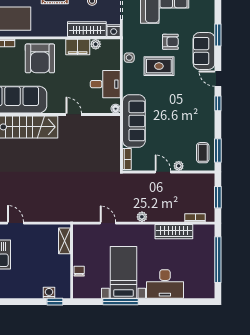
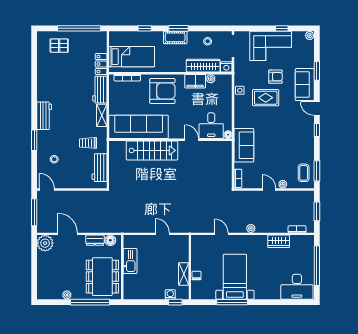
armchair: (40, 58) -> (162, 91), turned -90
desk: (105, 84) -> (211, 126), moved, turned 90
sofa: (134, 121) -> (244, 145), width x0.73
door: (16, 223) -> (162, 234), moved
wardrobe: (174, 232) -> (279, 241), width x0.67
shelving: (64, 241) -> (184, 274), moved
desk: (165, 284) -> (297, 287), moved

